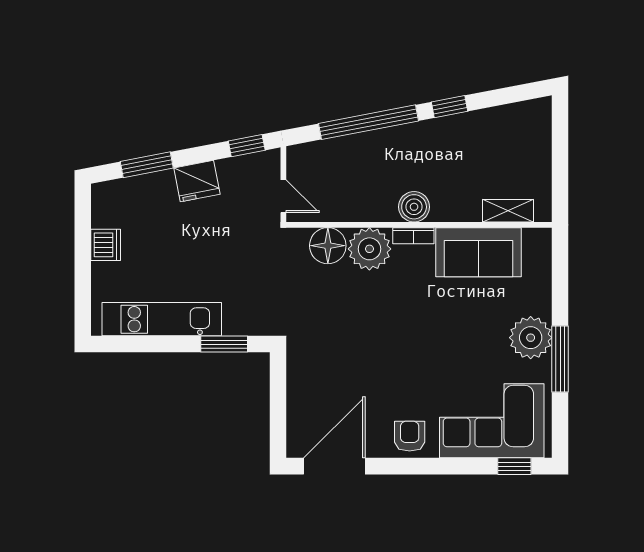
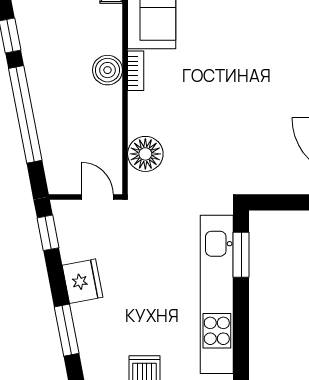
door: (283, 196) -> (97, 197), hinge flipped
plant: (369, 249) -> (148, 113), removed
kitchen unit: (162, 319) -> (217, 294), width x1.36

